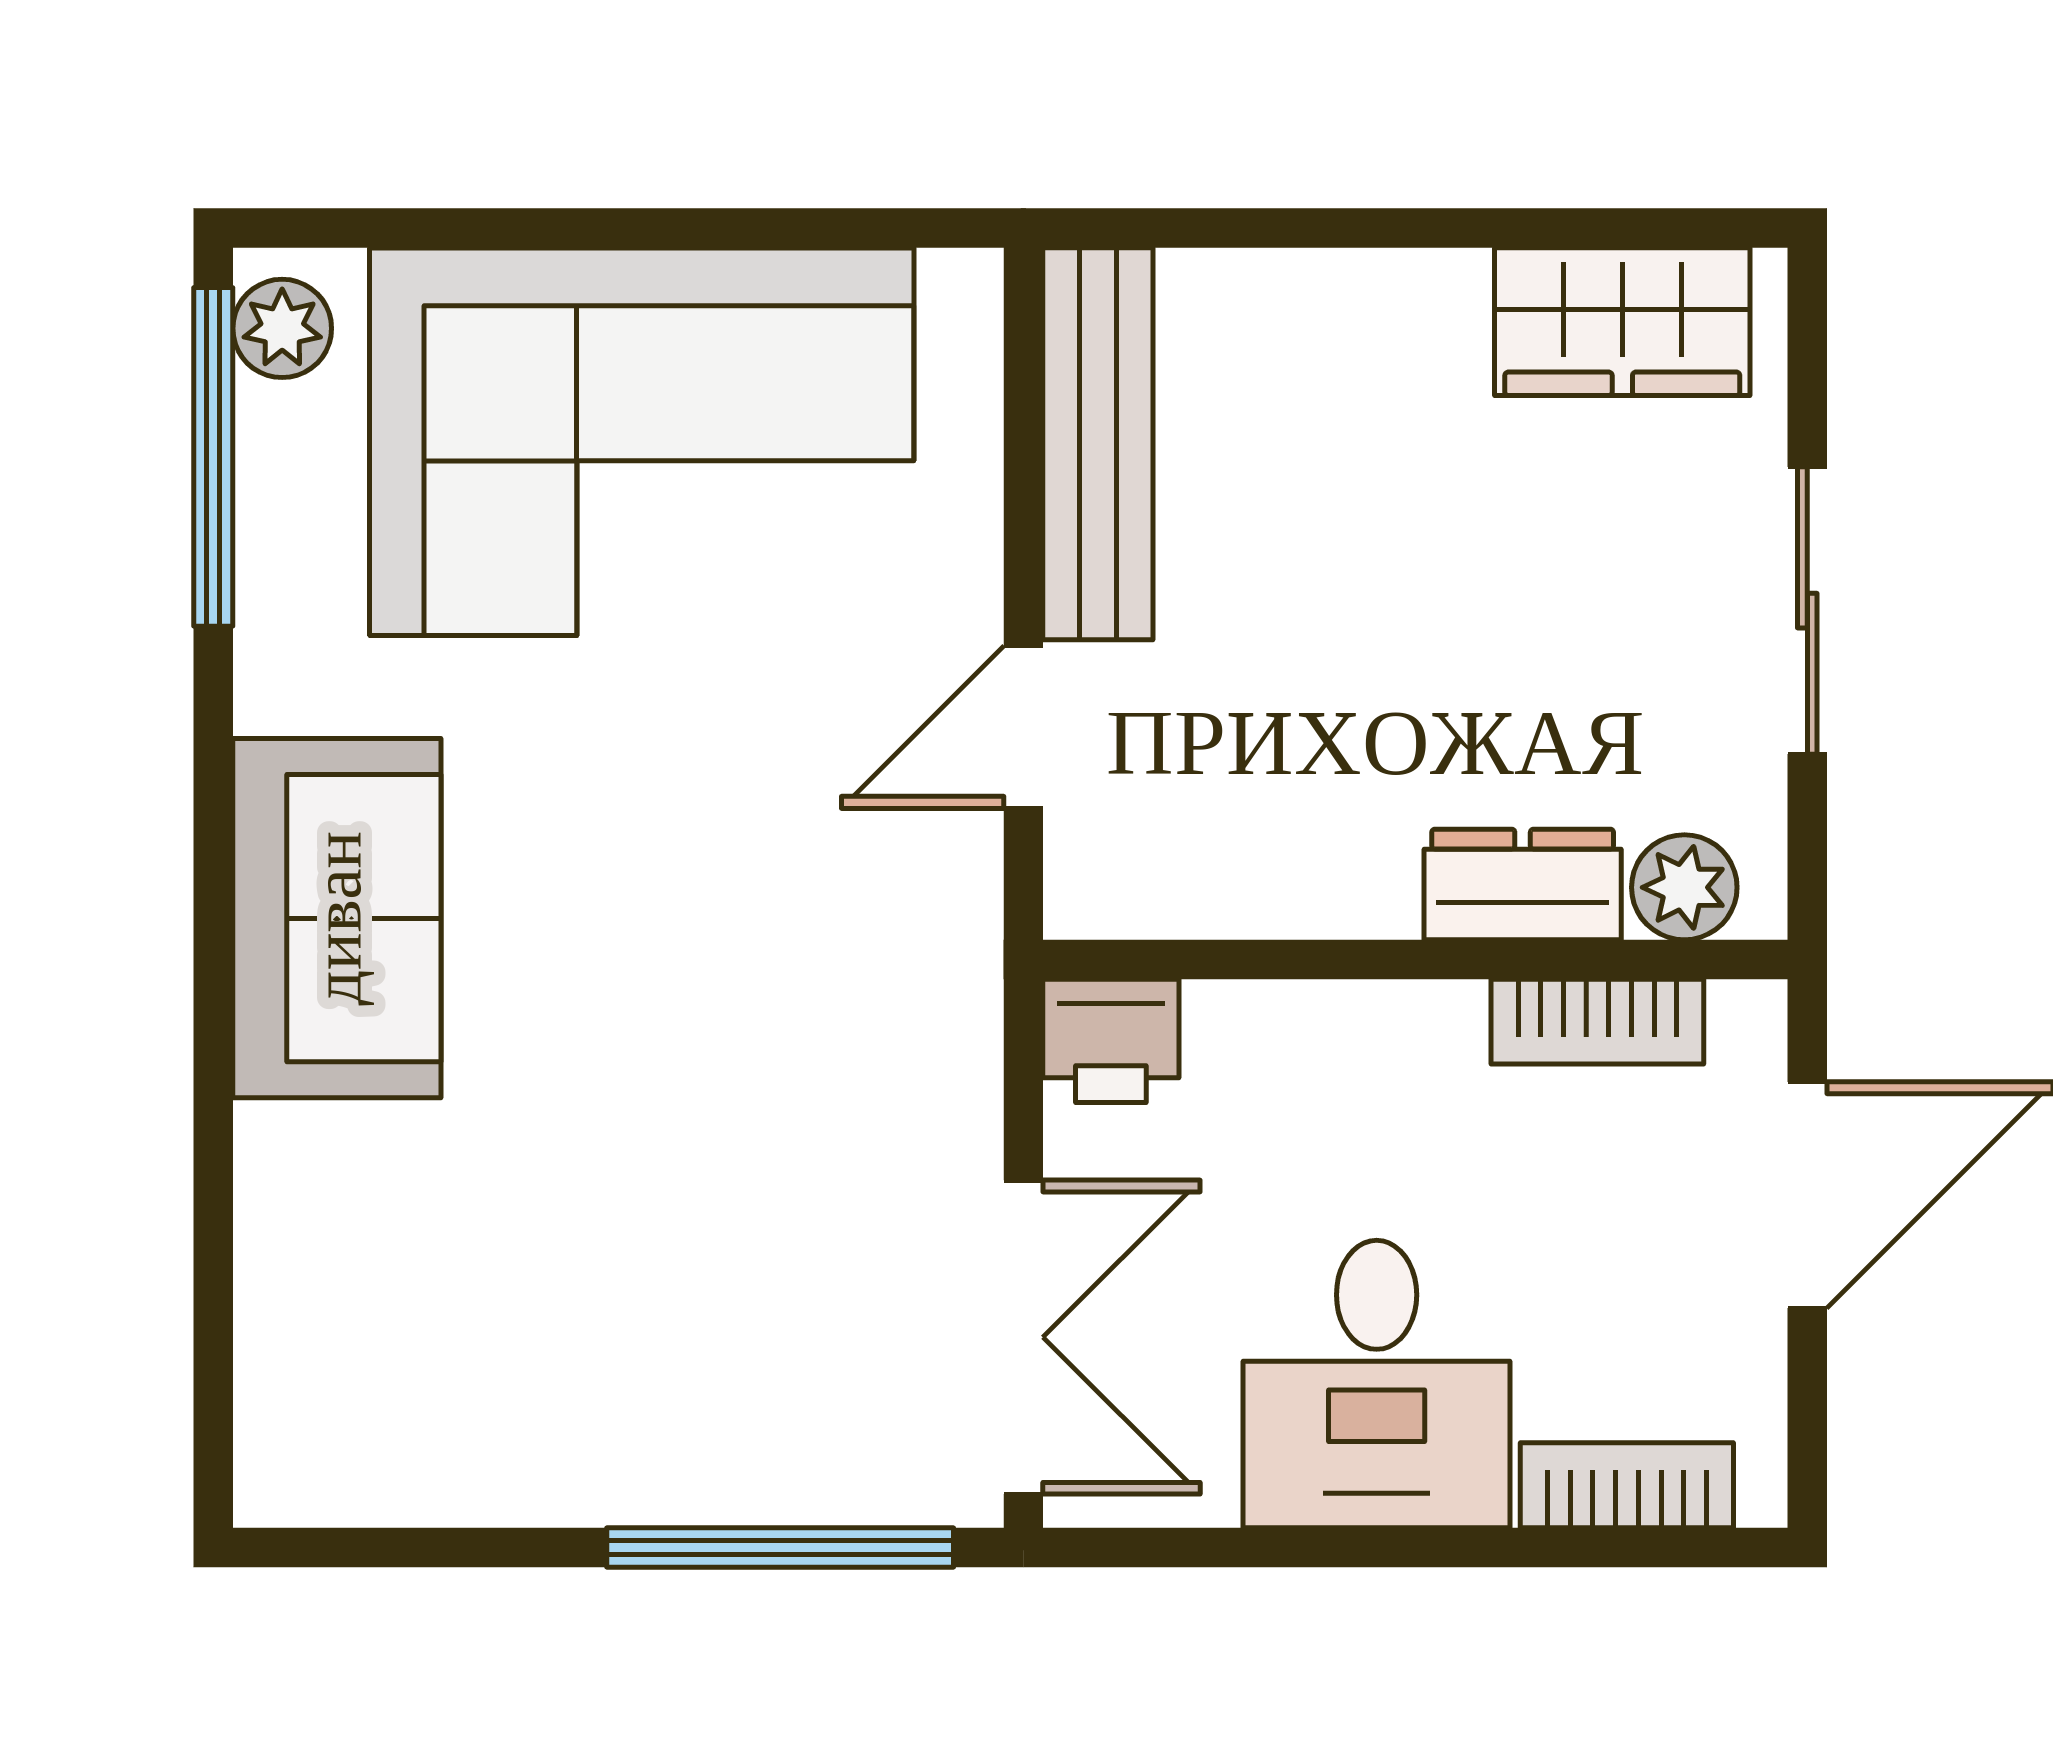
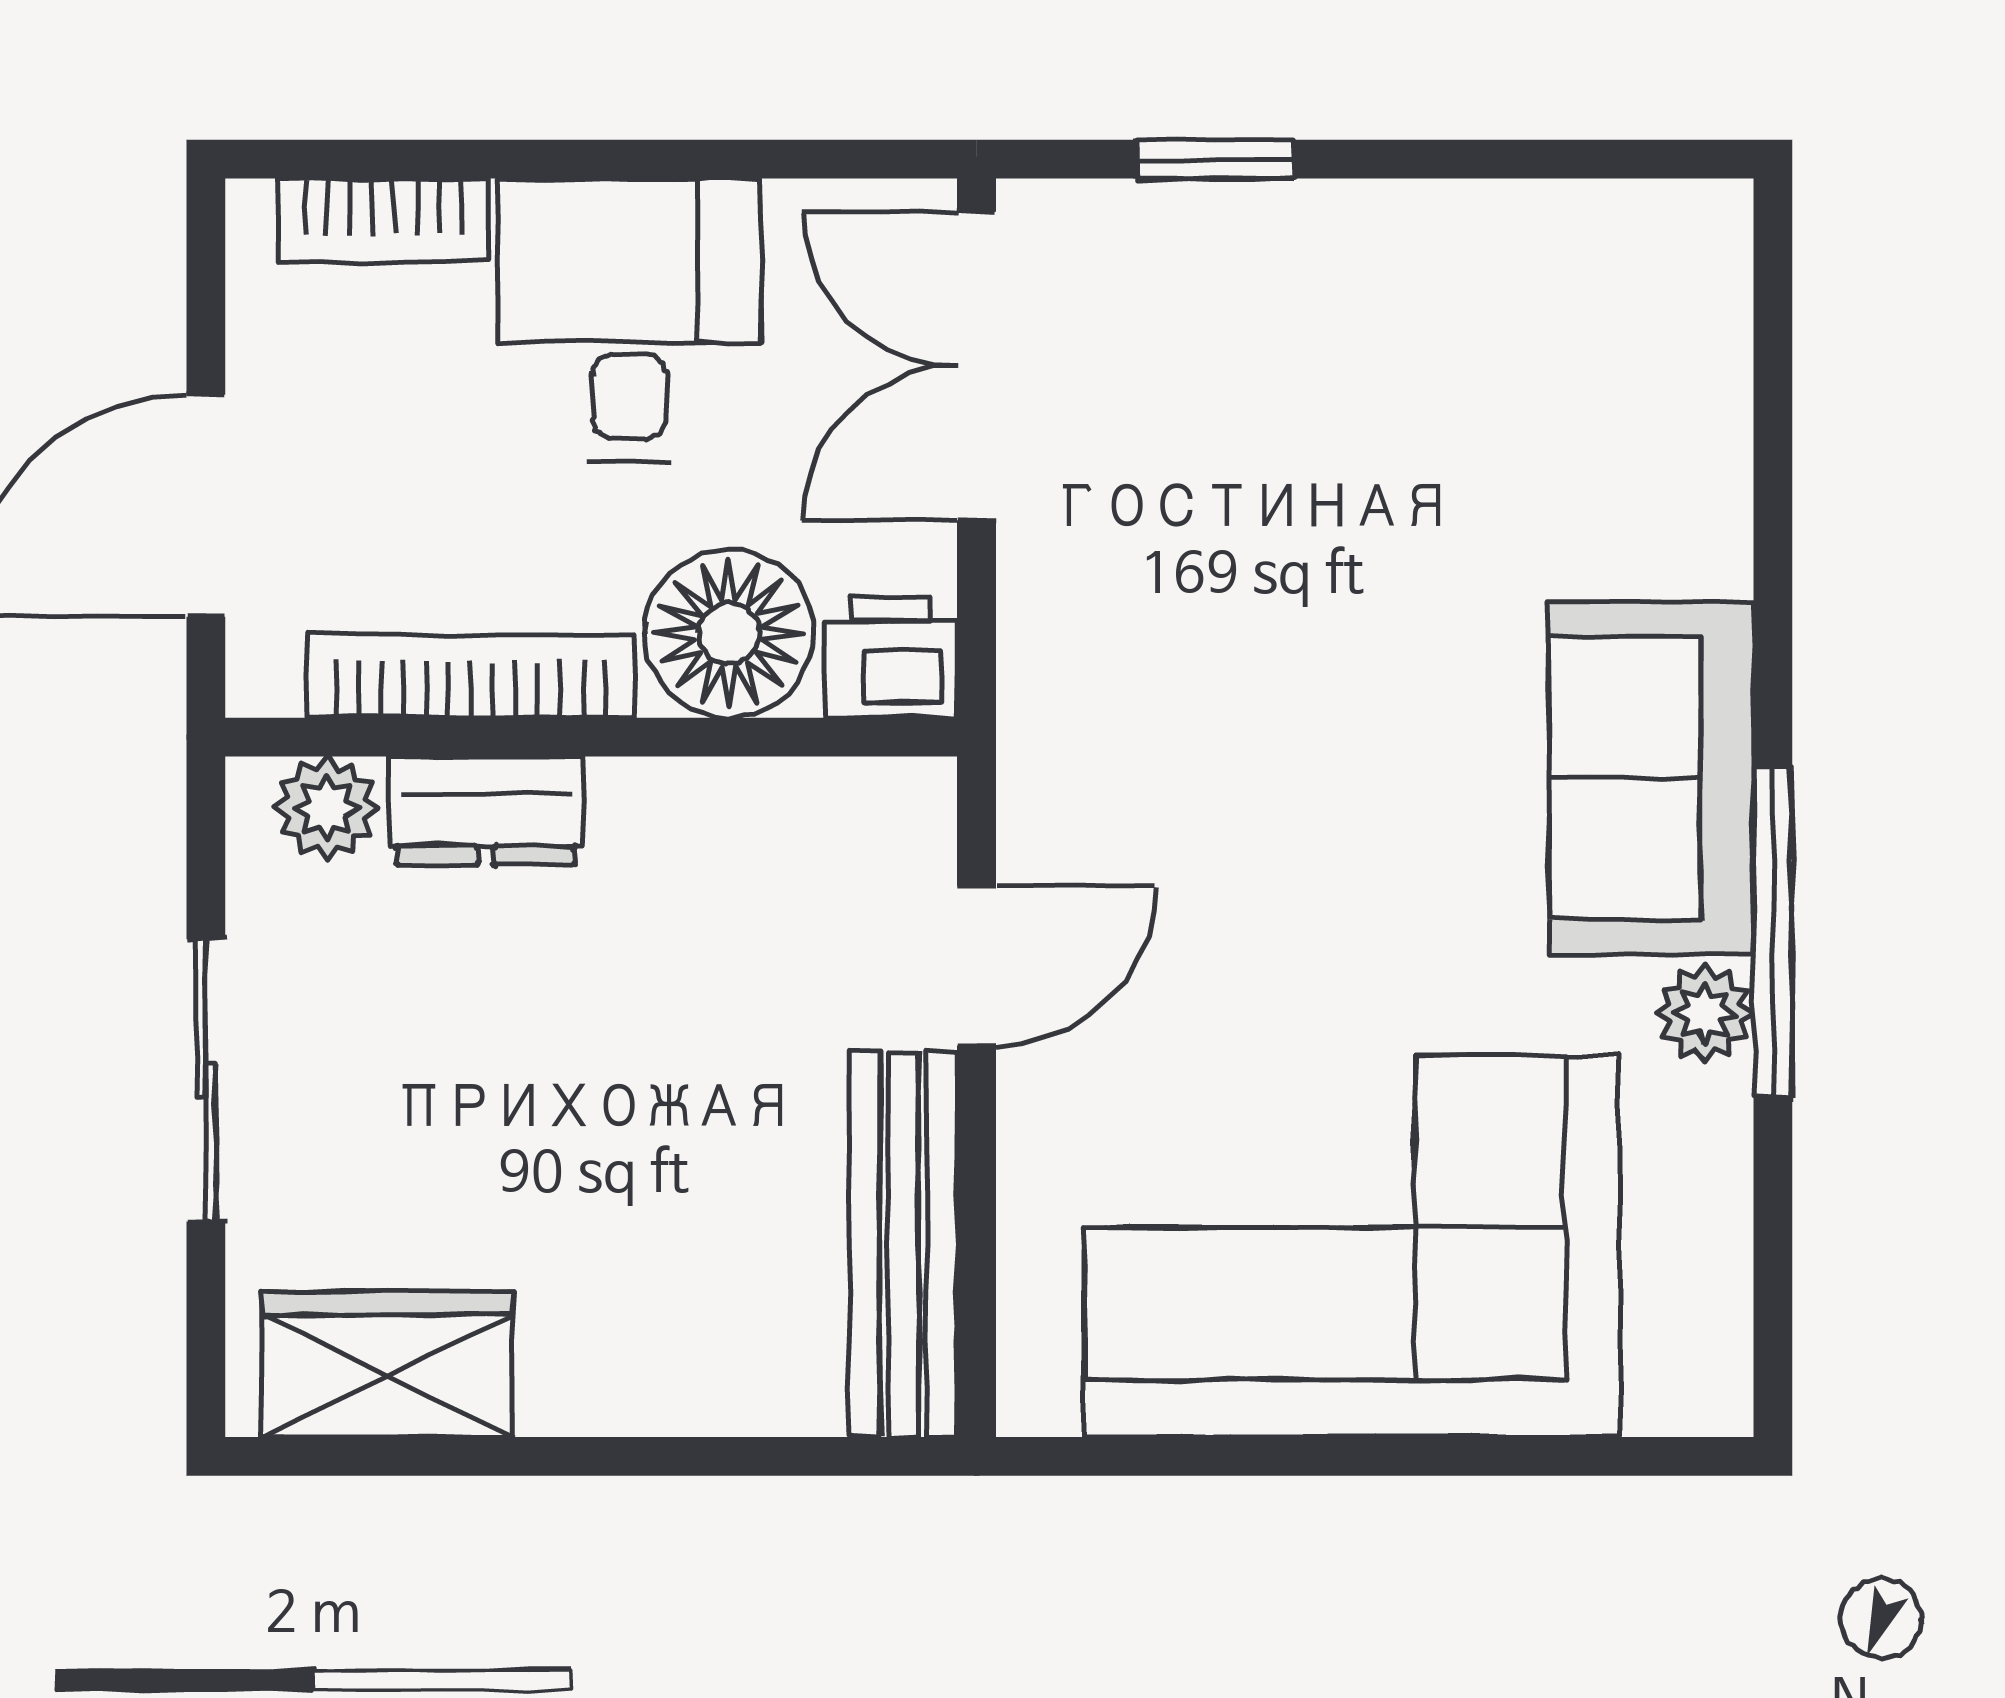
plant: (282, 328) -> (1705, 1013), moved
window: (213, 457) -> (1773, 931), moved
bookcase: (1597, 1022) -> (471, 676), width x1.56
floor lamp: (1275, 1065) -> (729, 633), added
window: (780, 1548) -> (1216, 159), width x0.46

